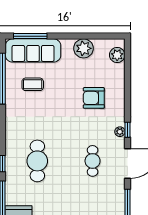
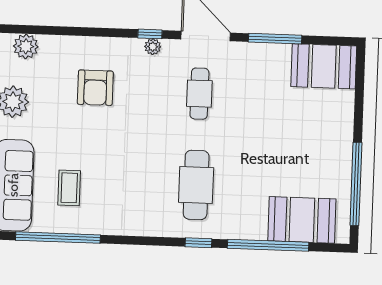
cafe table: (37, 161) -> (196, 185), turned 90
cafe table: (93, 161) -> (199, 94), turned 90

